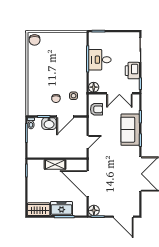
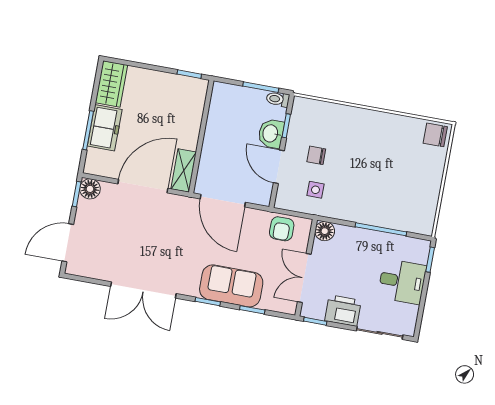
desk: (100, 60) -> (402, 281), moved, turned 90
door: (88, 142) -> (223, 201), width x1.87
shelving: (55, 165) -> (184, 170), moved

